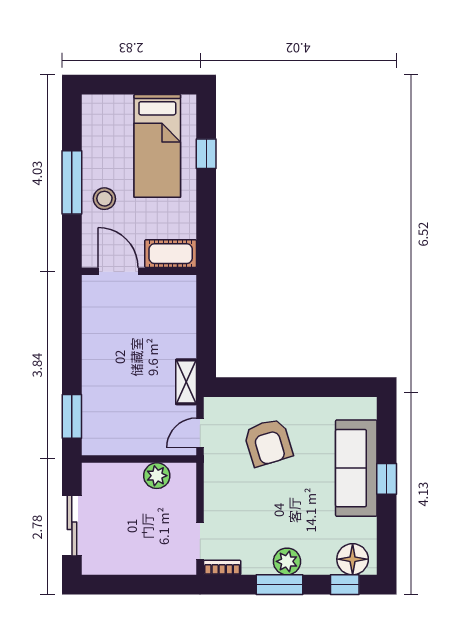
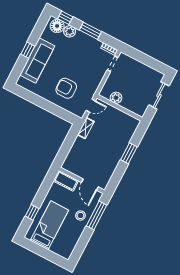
window: (72, 182) -> (96, 215), moved
window: (72, 416) -> (129, 153), moved
armchair: (268, 442) -> (66, 88), turned -73
plant: (287, 561) -> (70, 31), moved

